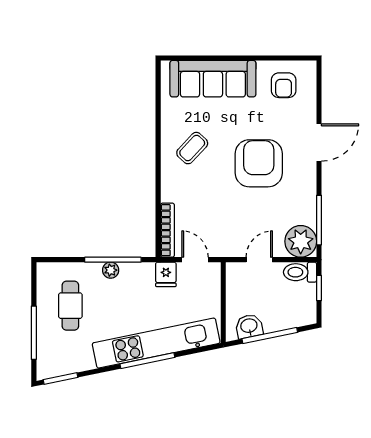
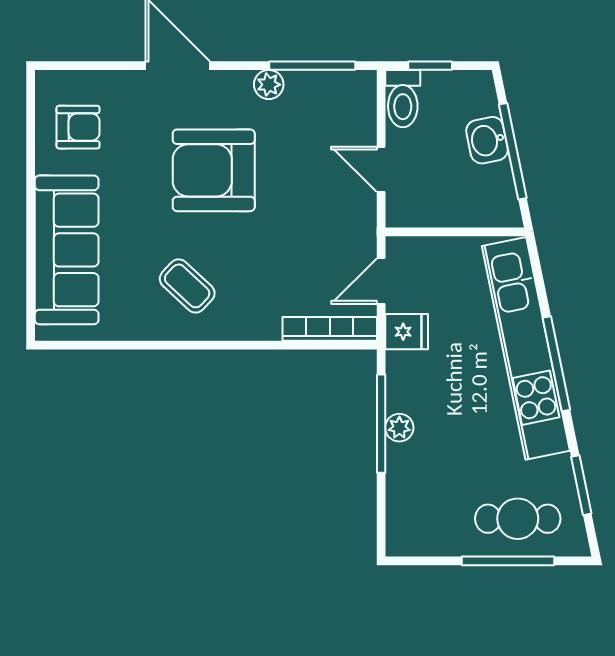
plant: (301, 241) -> (269, 85), moved, width x0.53, depth x0.53
cafe table: (70, 306) -> (518, 519), moved
washbasin: (249, 326) -> (487, 140), moved
window: (61, 378) -> (581, 485), moved

